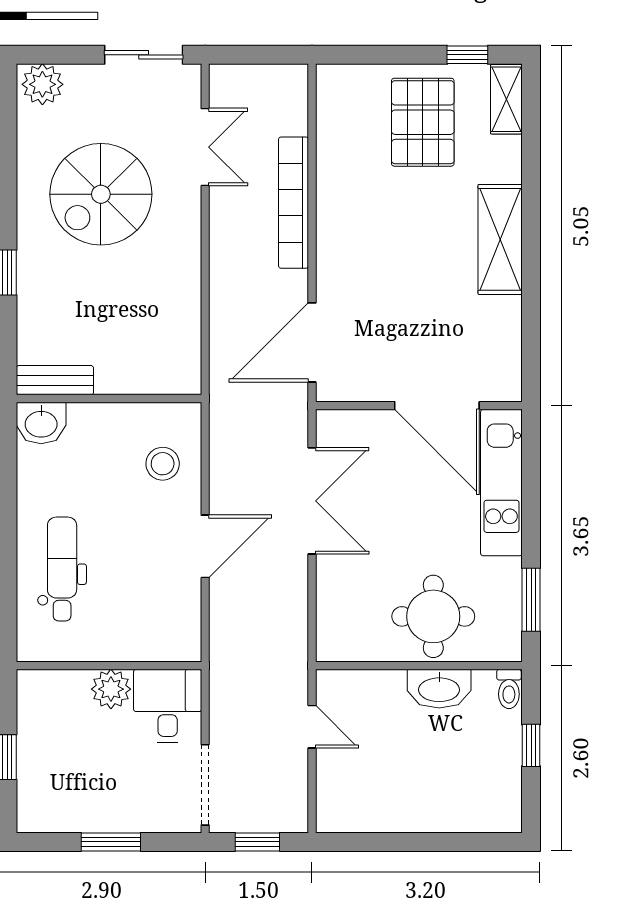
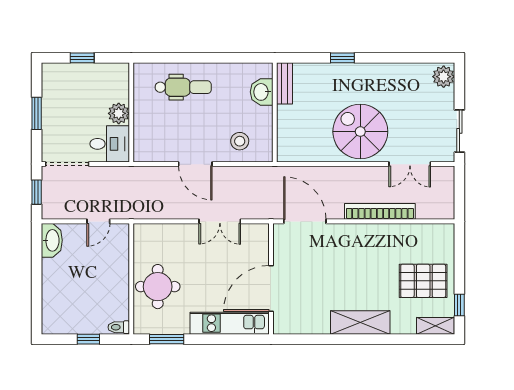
spiral stairs: (101, 194) -> (360, 132), moved
washbasin: (41, 423) -> (262, 92), moved
double door: (312, 501) -> (220, 221), width x0.73
washbasin: (439, 689) -> (52, 240), moved, turned 180

